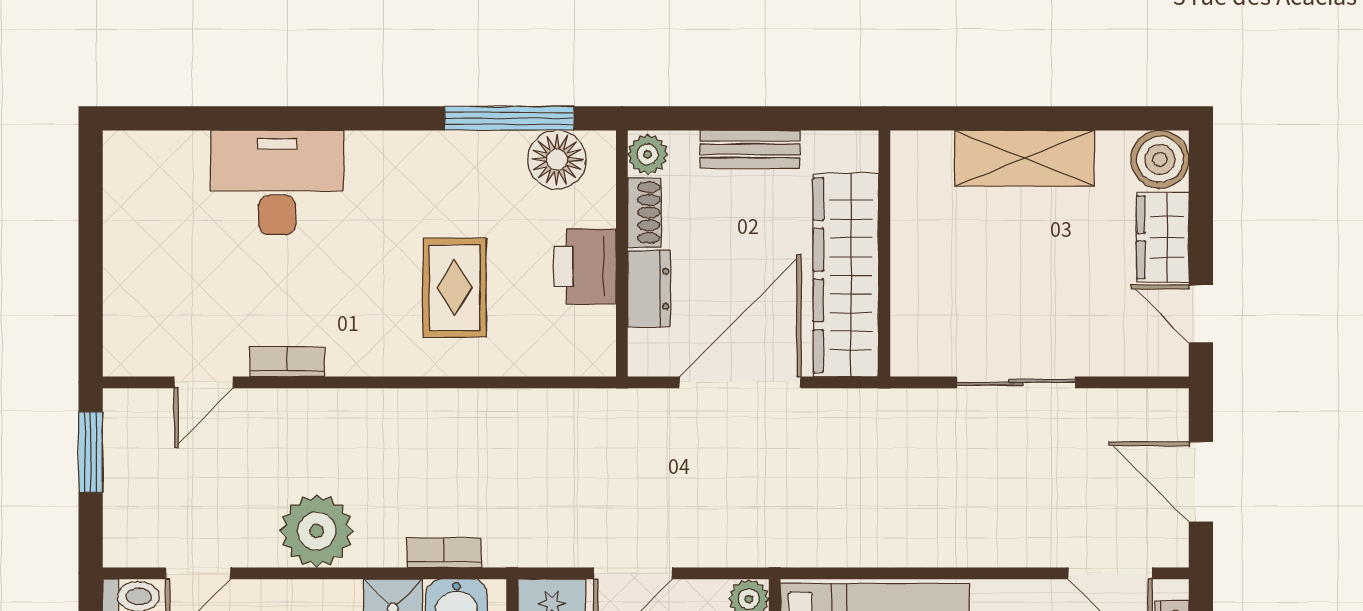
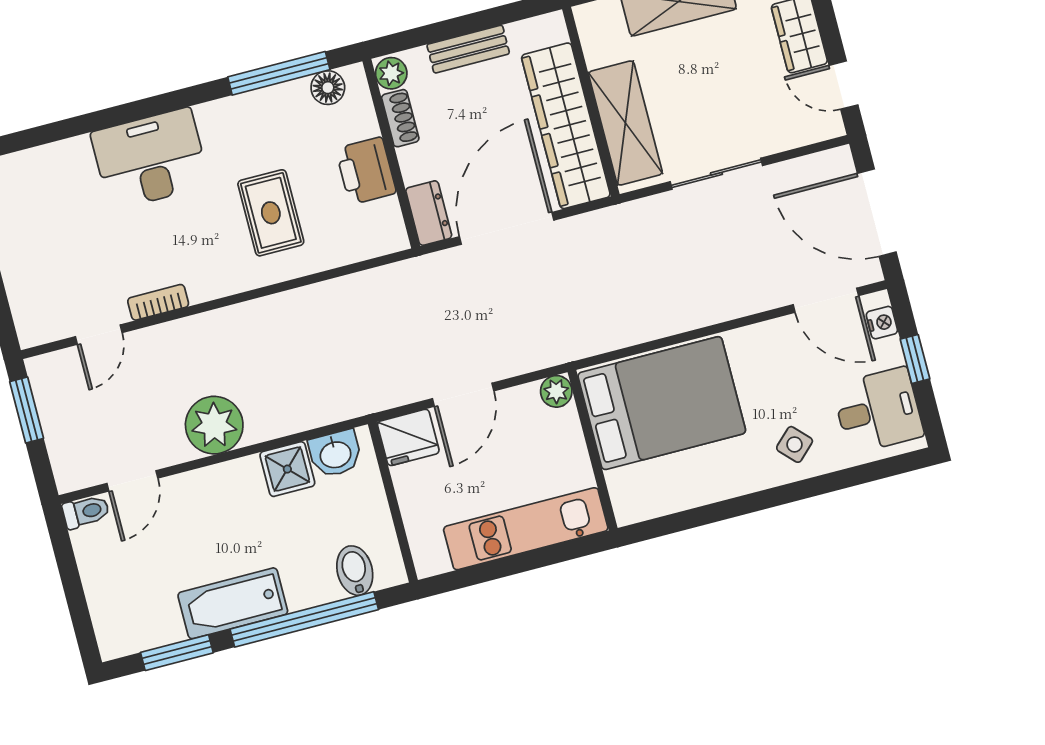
floor lamp: (557, 160) -> (328, 88), width x0.73, depth x0.73
desk: (277, 183) -> (150, 159), moved
dresser: (649, 289) -> (429, 213), moved
shelving: (920, 291) -> (625, 123), added
door: (1201, 482) -> (877, 213), width x1.36
bookcase: (444, 553) -> (315, 416), removed

